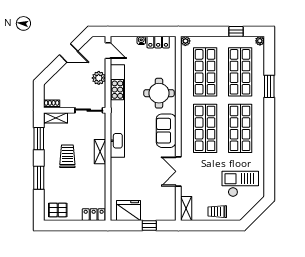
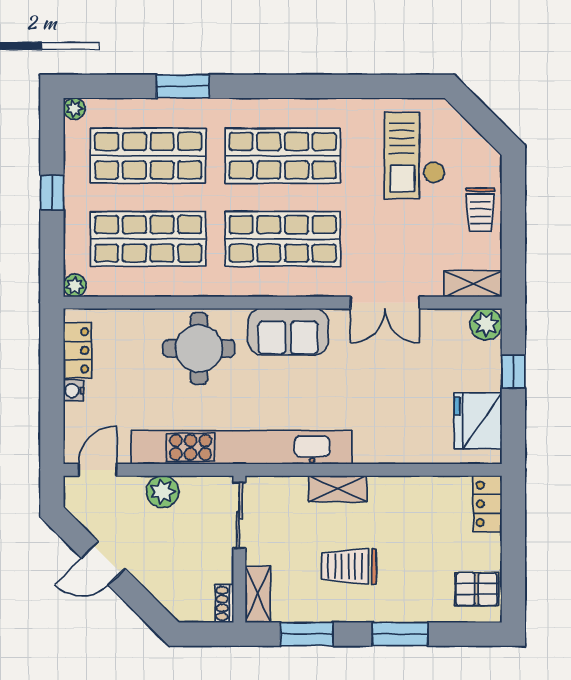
window: (236, 31) -> (52, 193), moved
door: (69, 53) -> (103, 563), swing flipped
pallet: (58, 210) -> (477, 589), turned 90
plant: (169, 214) -> (486, 324), added

